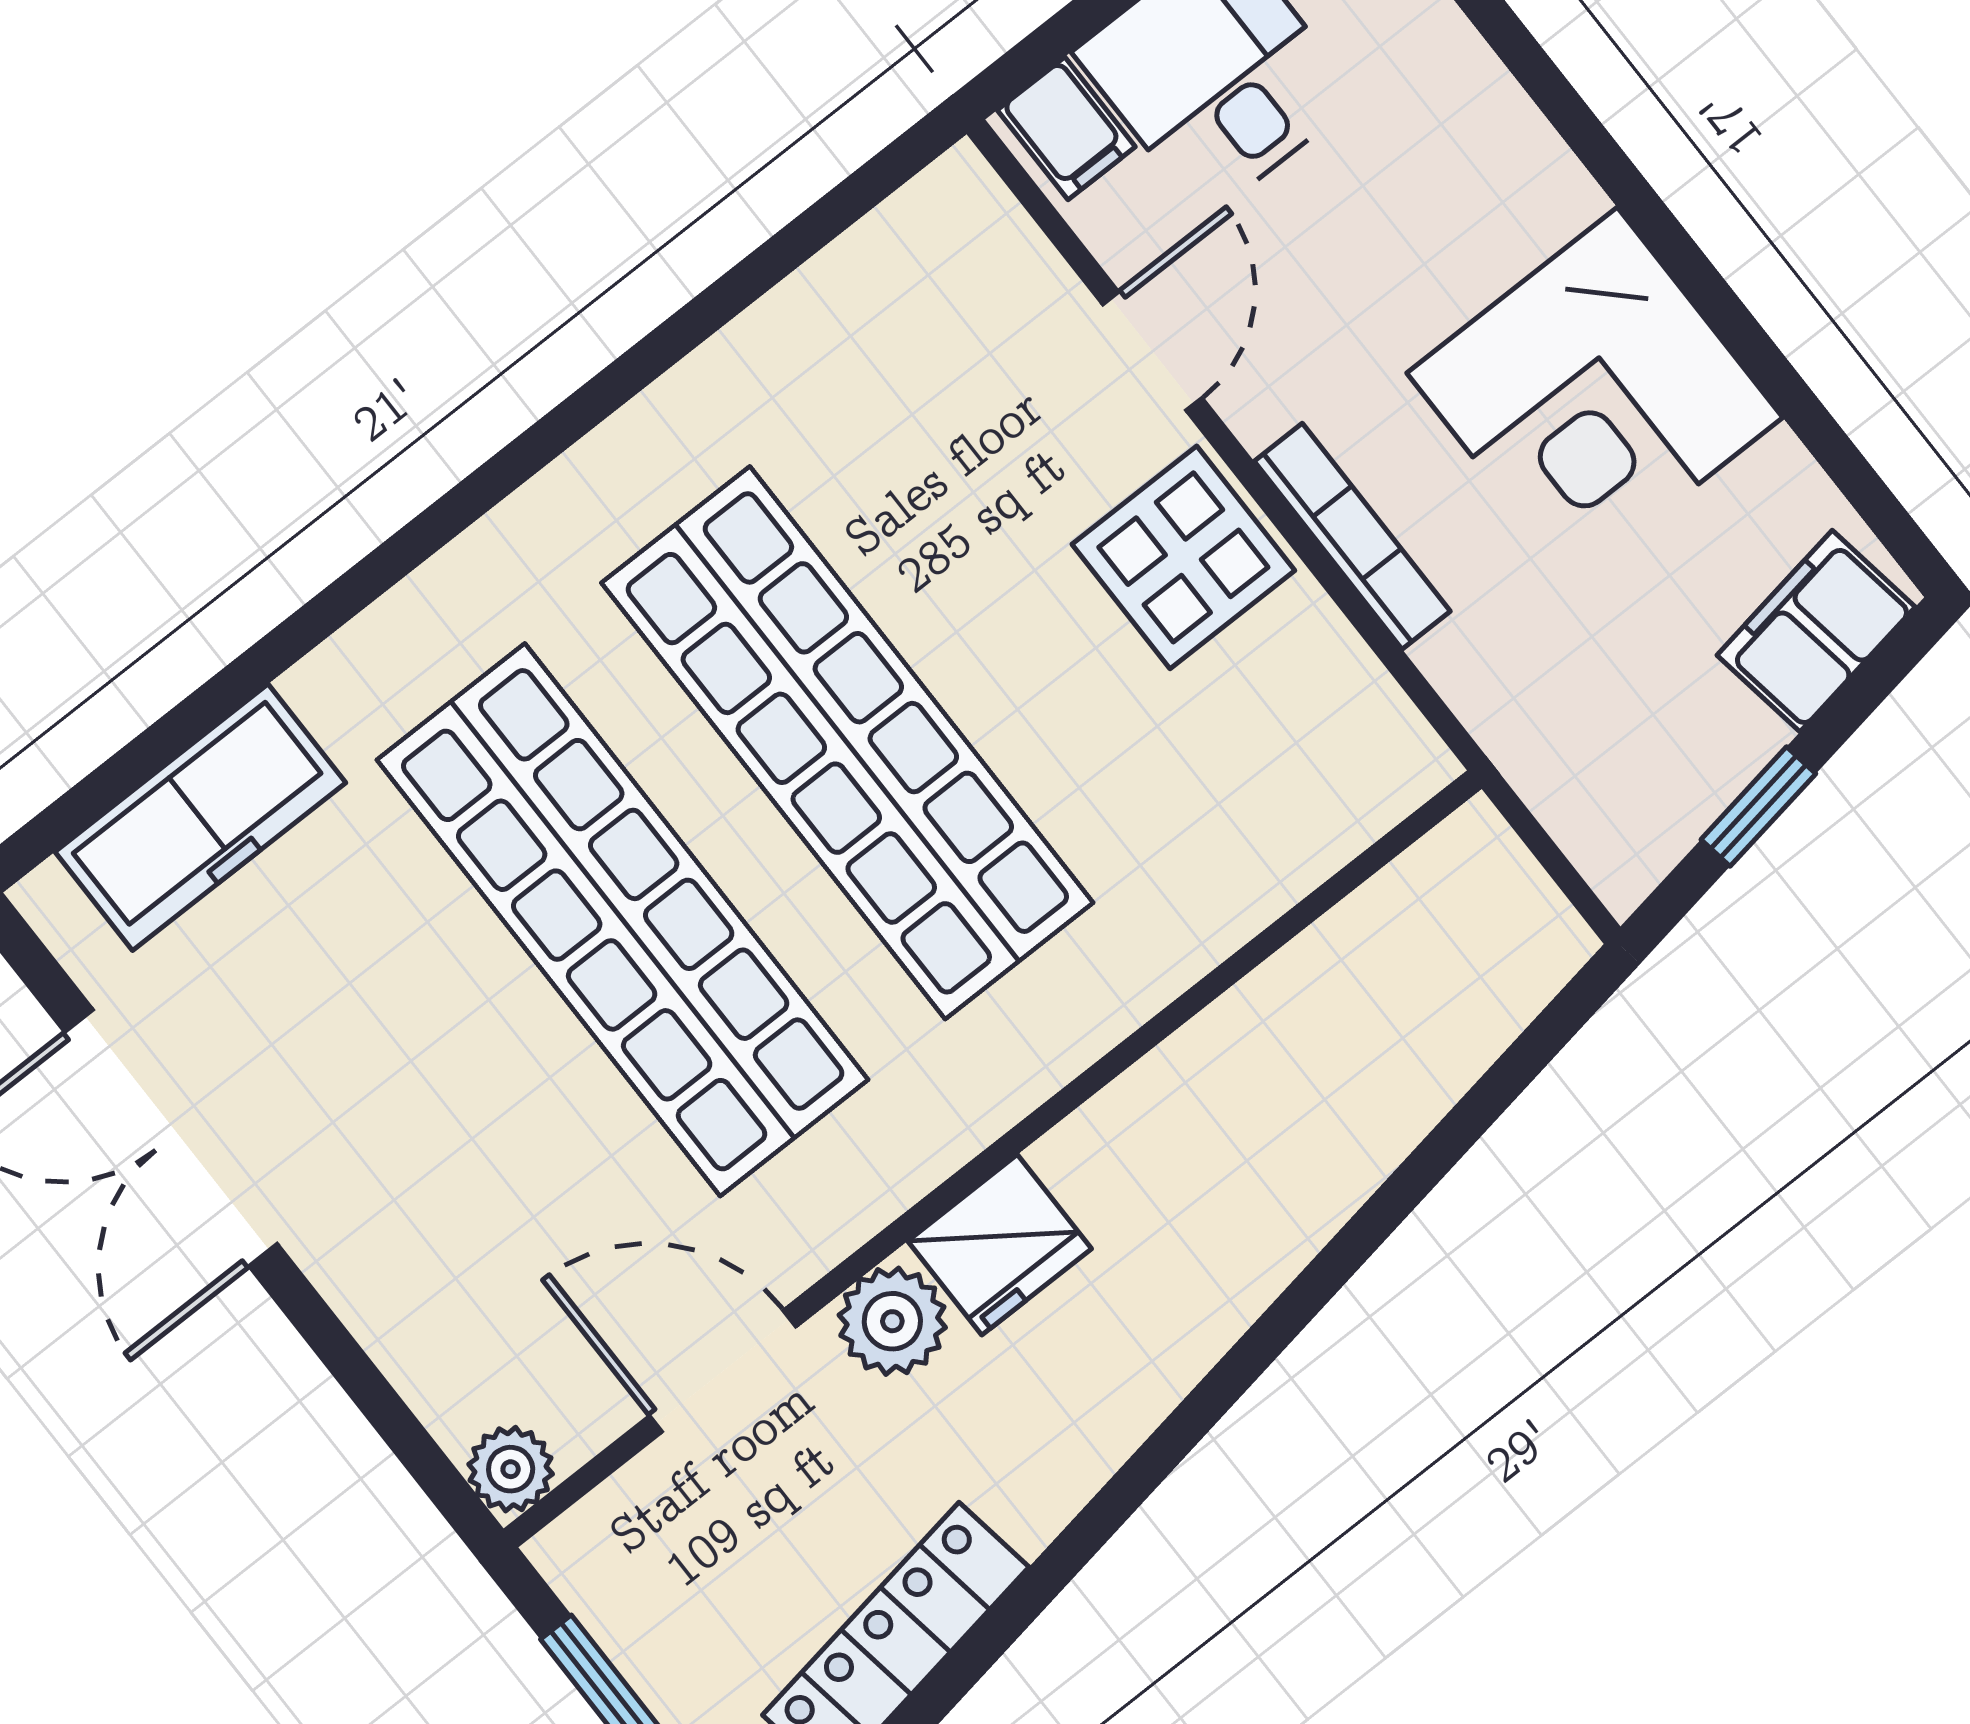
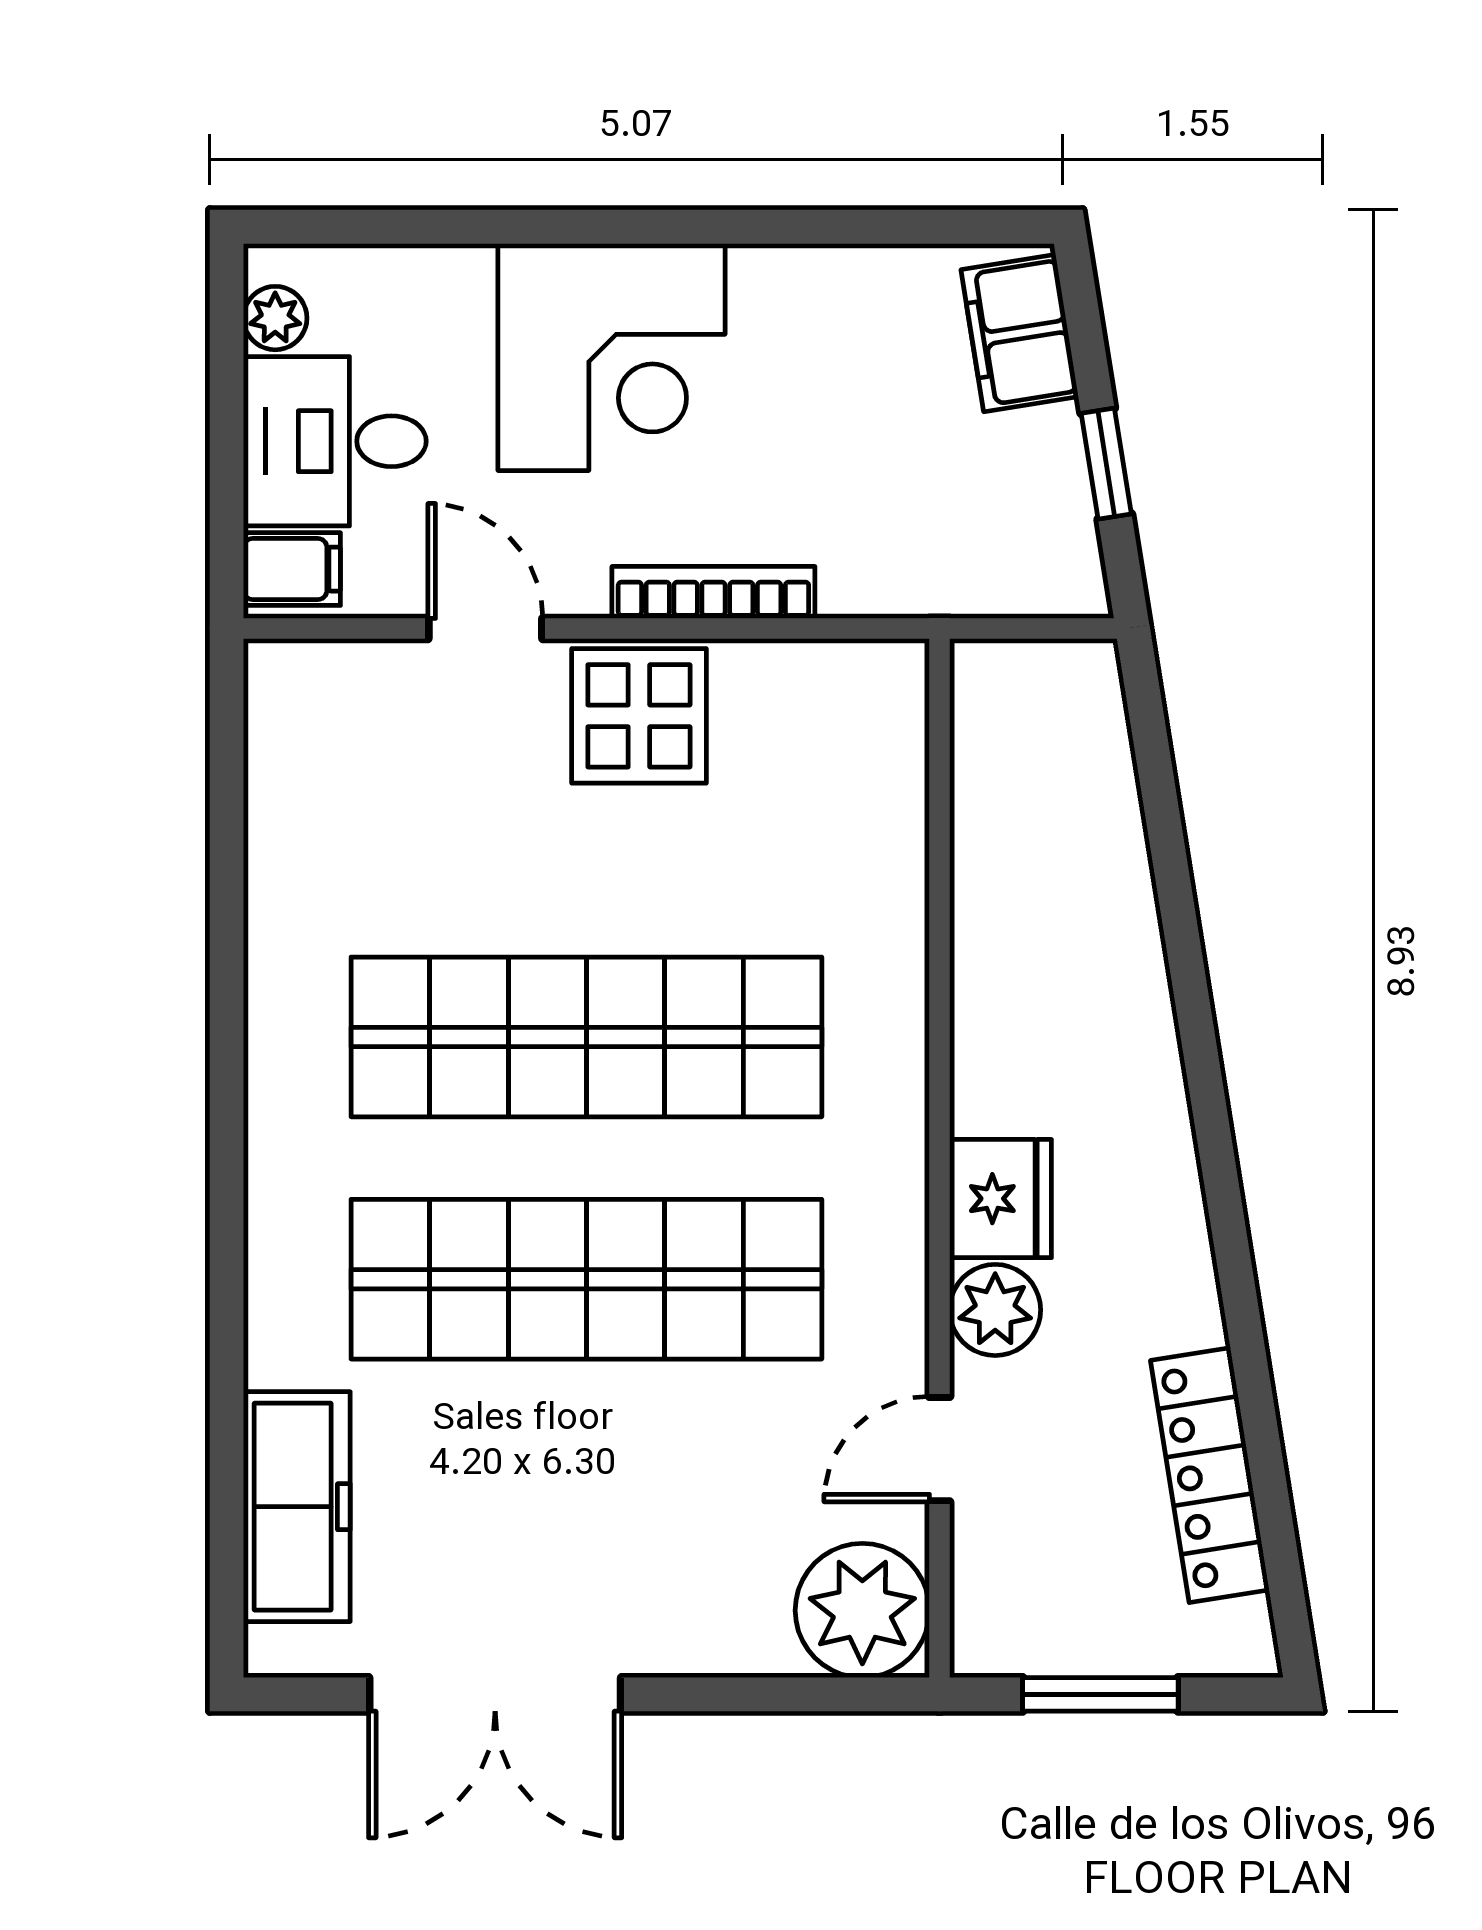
corner desk: (1595, 395) -> (612, 357), moved
door: (723, 1371) -> (940, 1449), width x0.73
plant: (511, 1469) -> (862, 1610), width x1.87, depth x1.87

